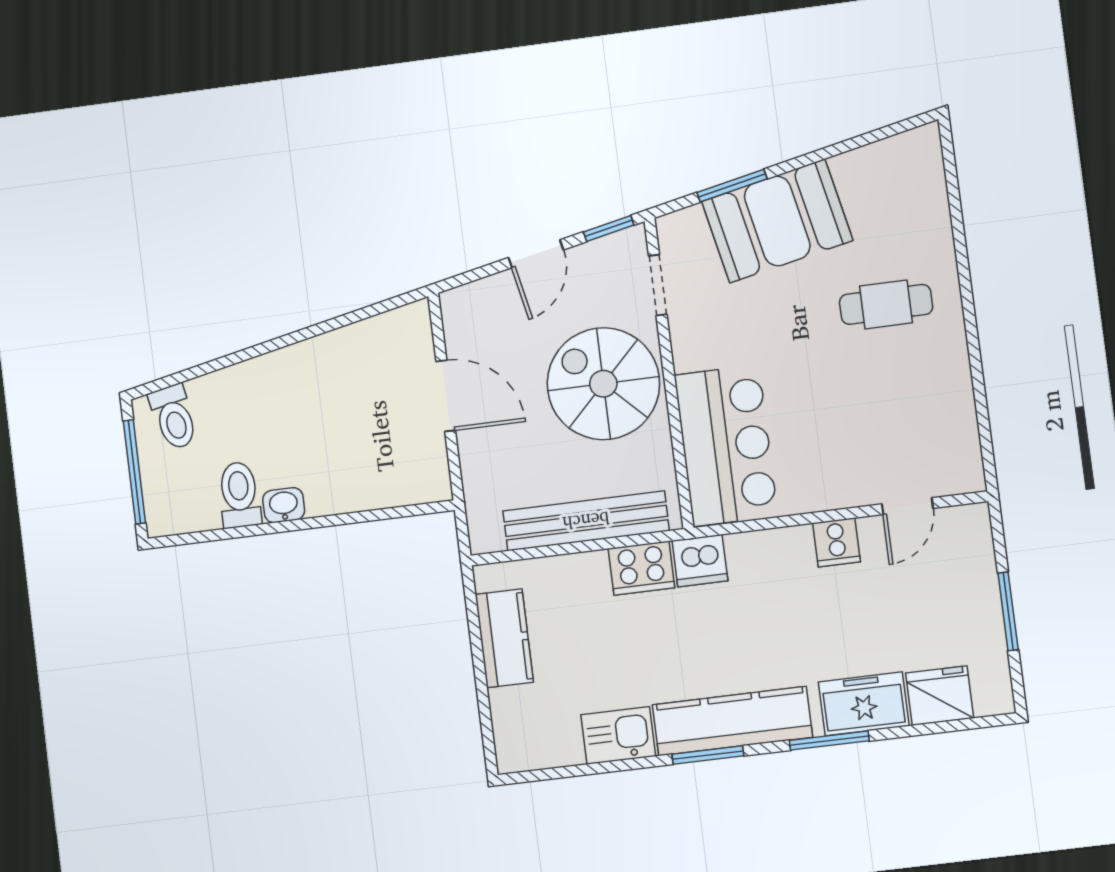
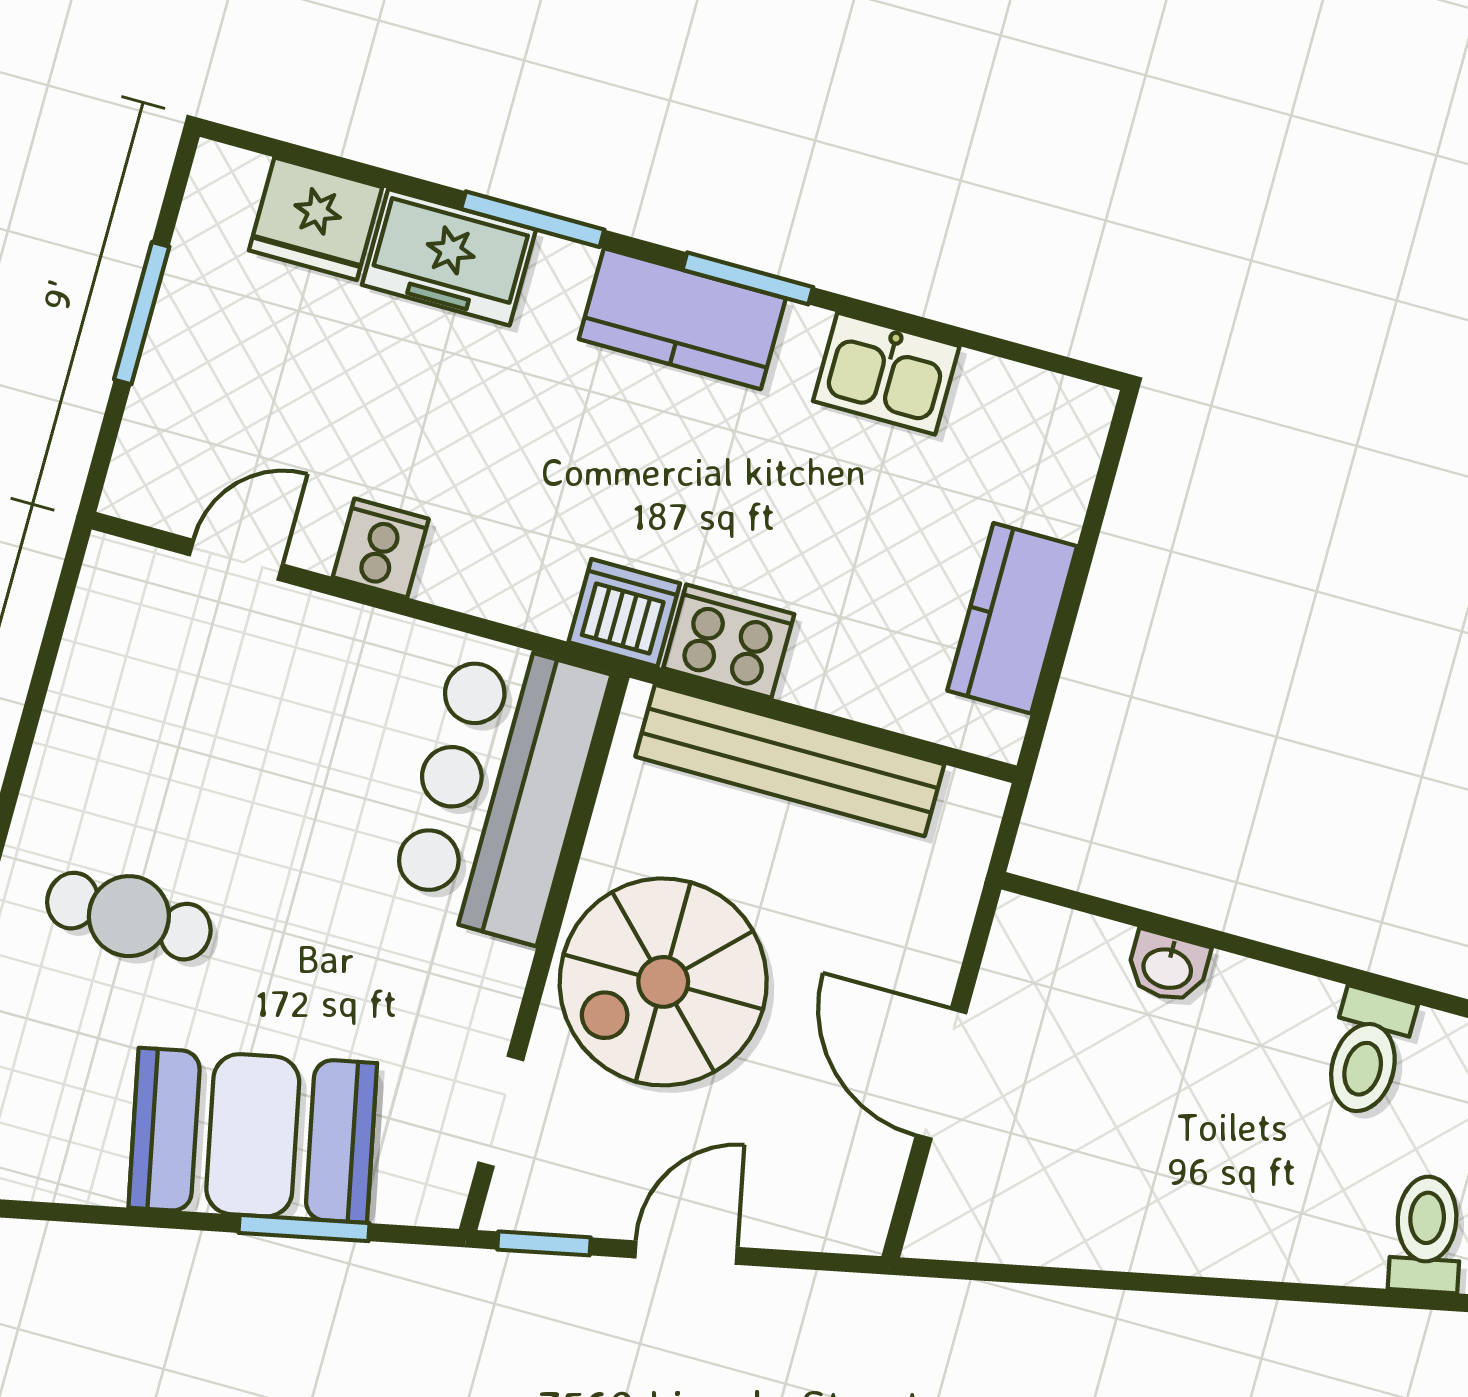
spiral stairs: (603, 384) -> (663, 982), turned 90
washbasin: (284, 505) -> (1168, 967), moved
kitchen counter: (732, 721) -> (682, 319), width x0.67

